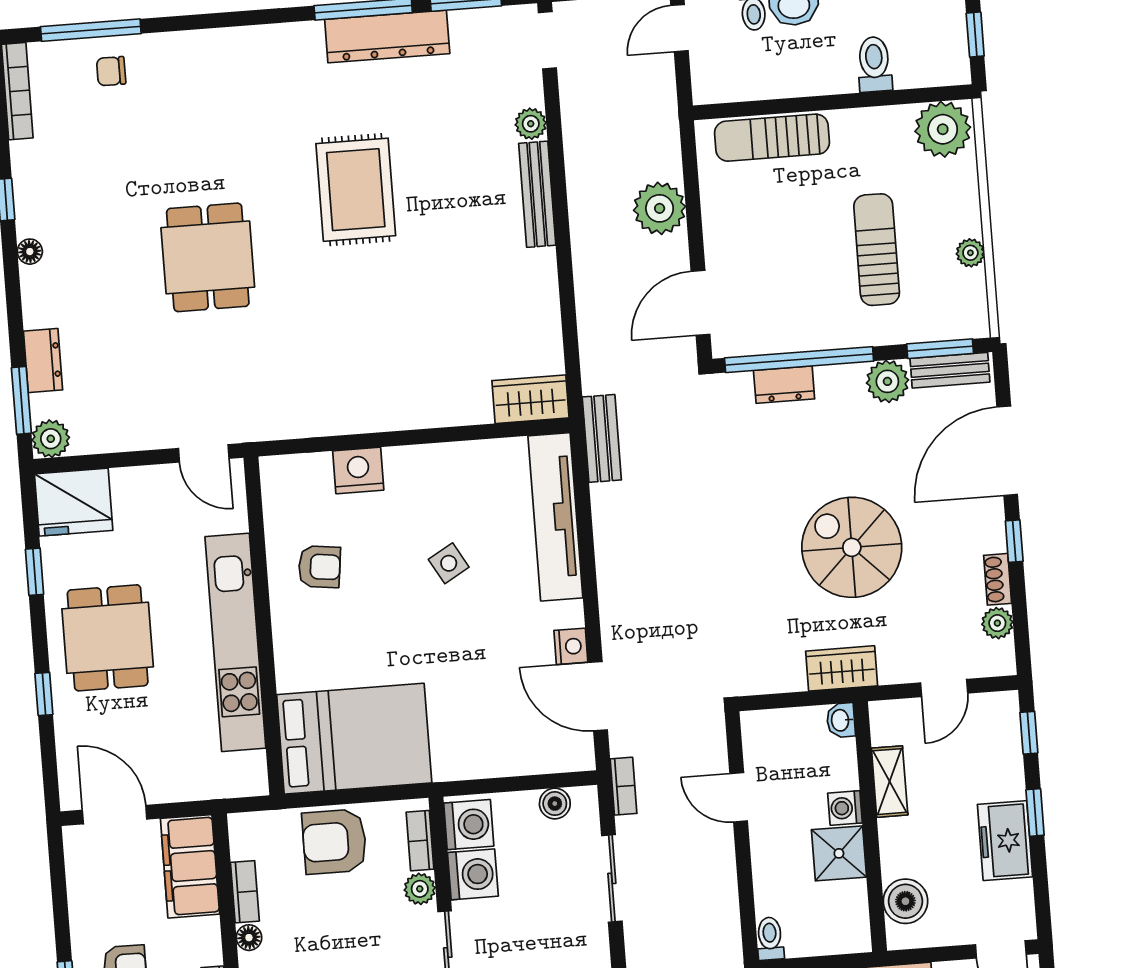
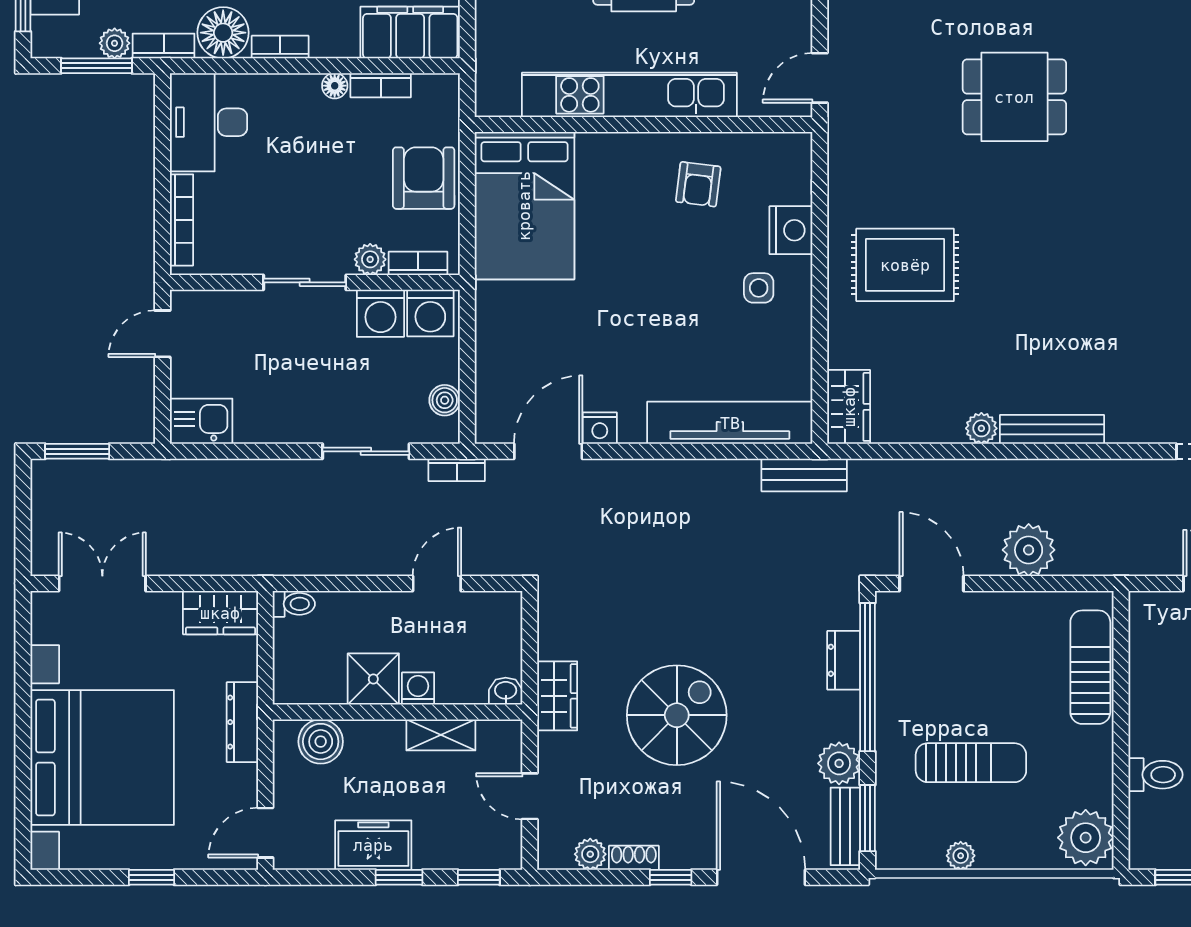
plant: (531, 124) -> (981, 428), moved
rug: (356, 190) -> (905, 265), moved
side table: (449, 563) -> (759, 288), moved, turned 30

